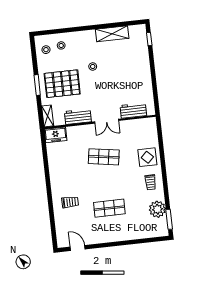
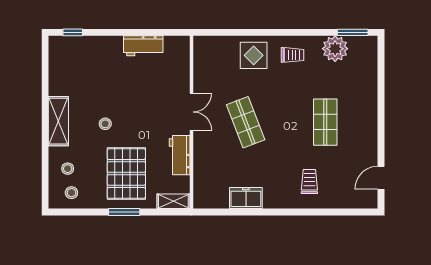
shelving: (112, 34) -> (58, 121), moved
workbench: (133, 111) -> (143, 46), moved, turned -90
freezer: (56, 135) -> (246, 198), moved, turned -90
shop shelf: (104, 157) -> (246, 122), turned -30

